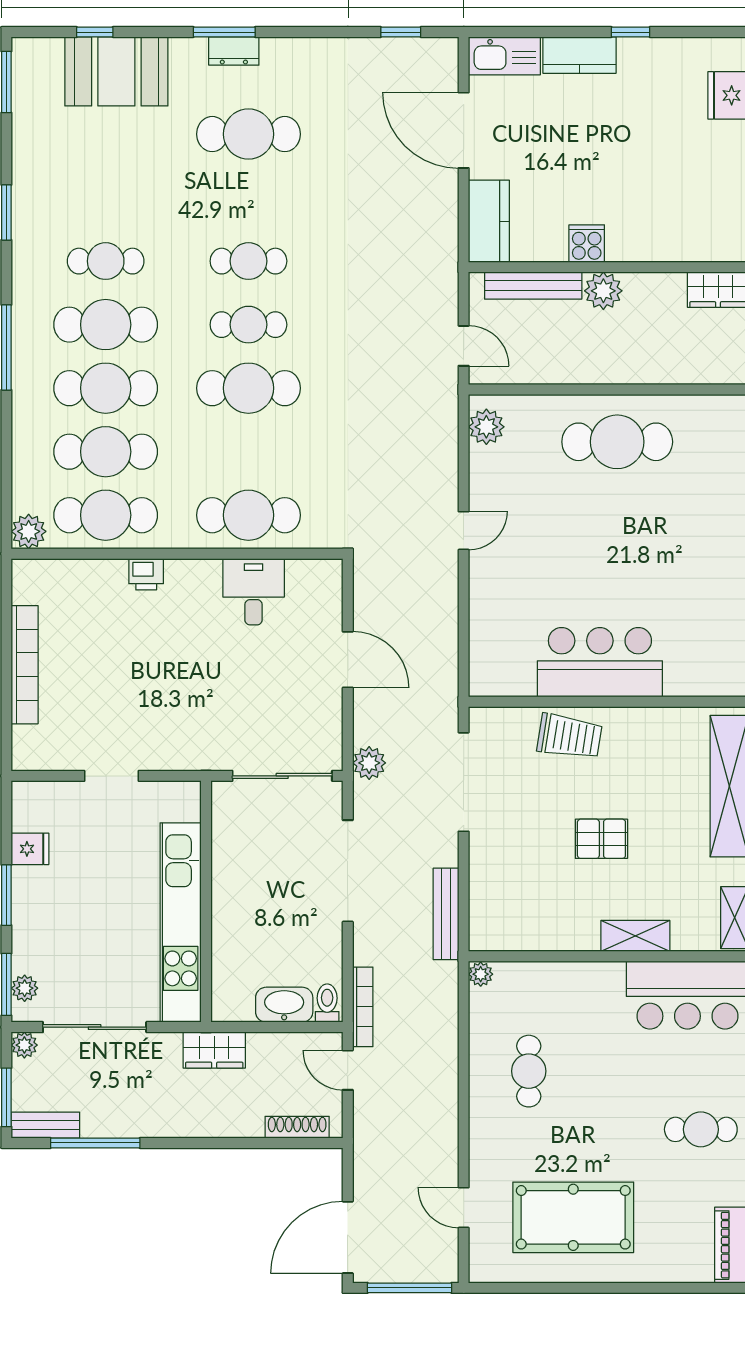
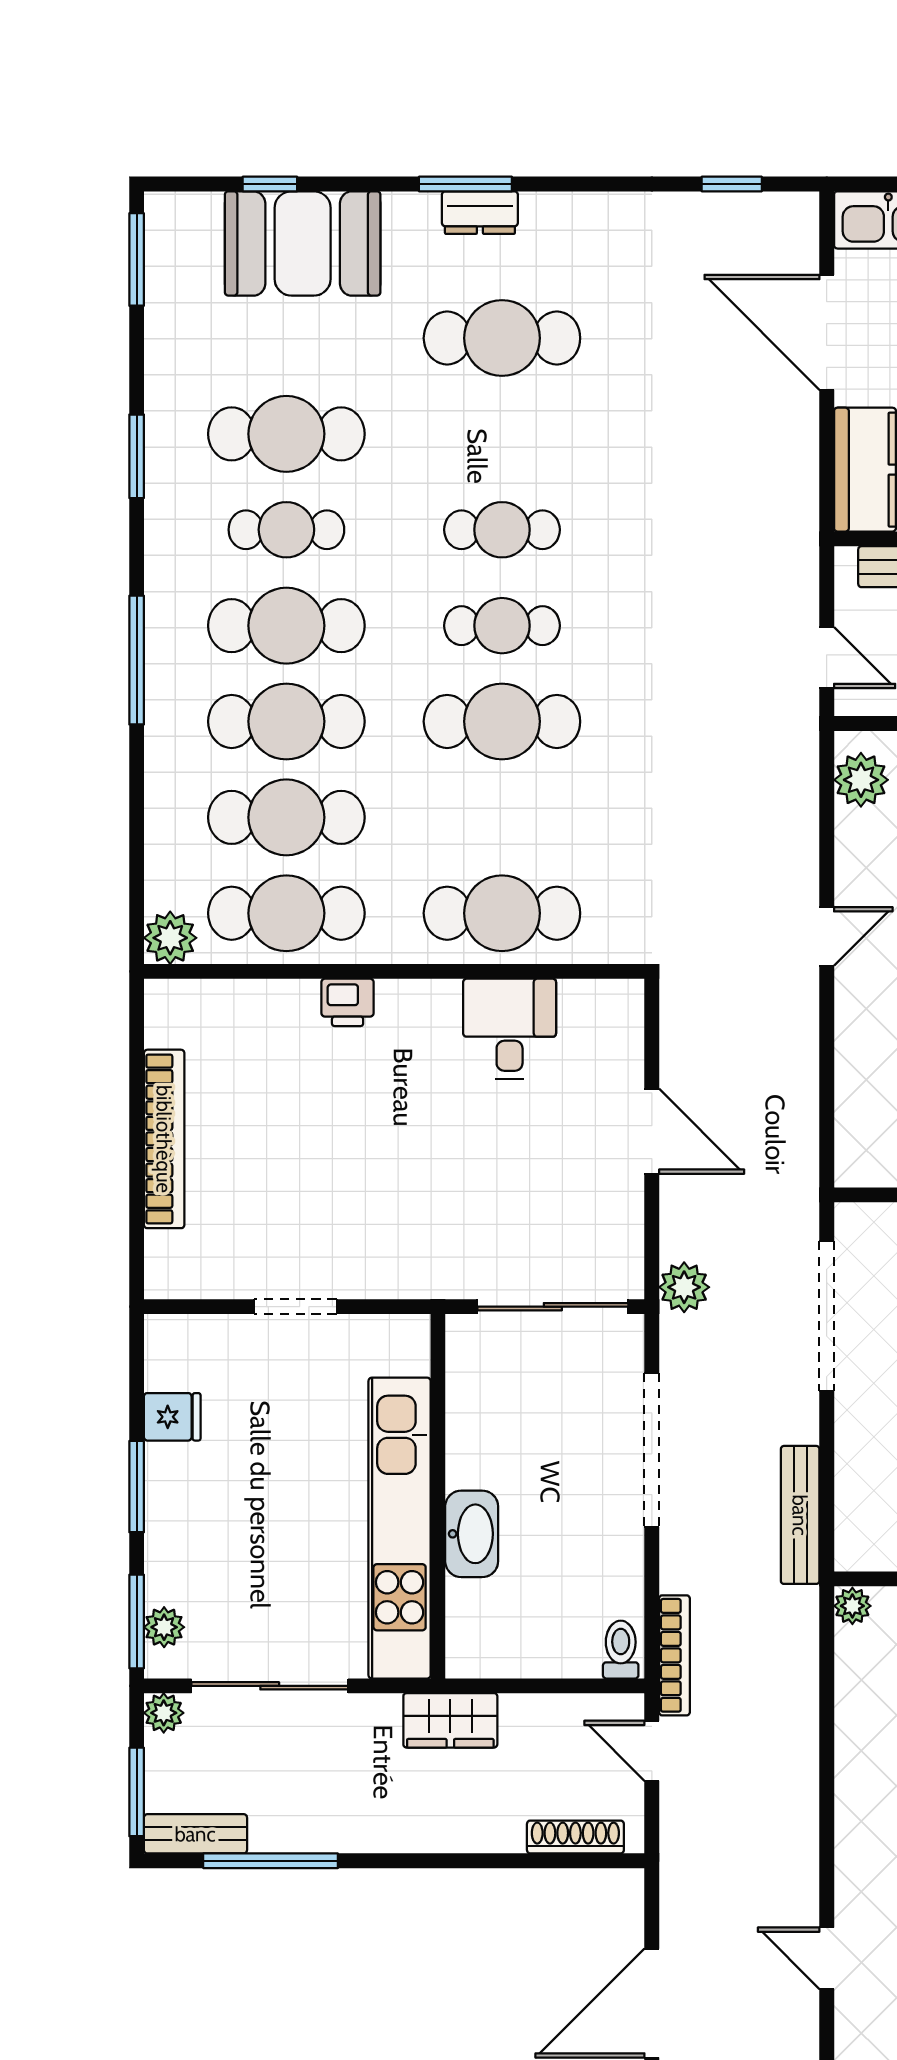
cafe table: (106, 198) -> (286, 434), added
washbasin: (284, 1005) -> (472, 1534), moved, turned 90

